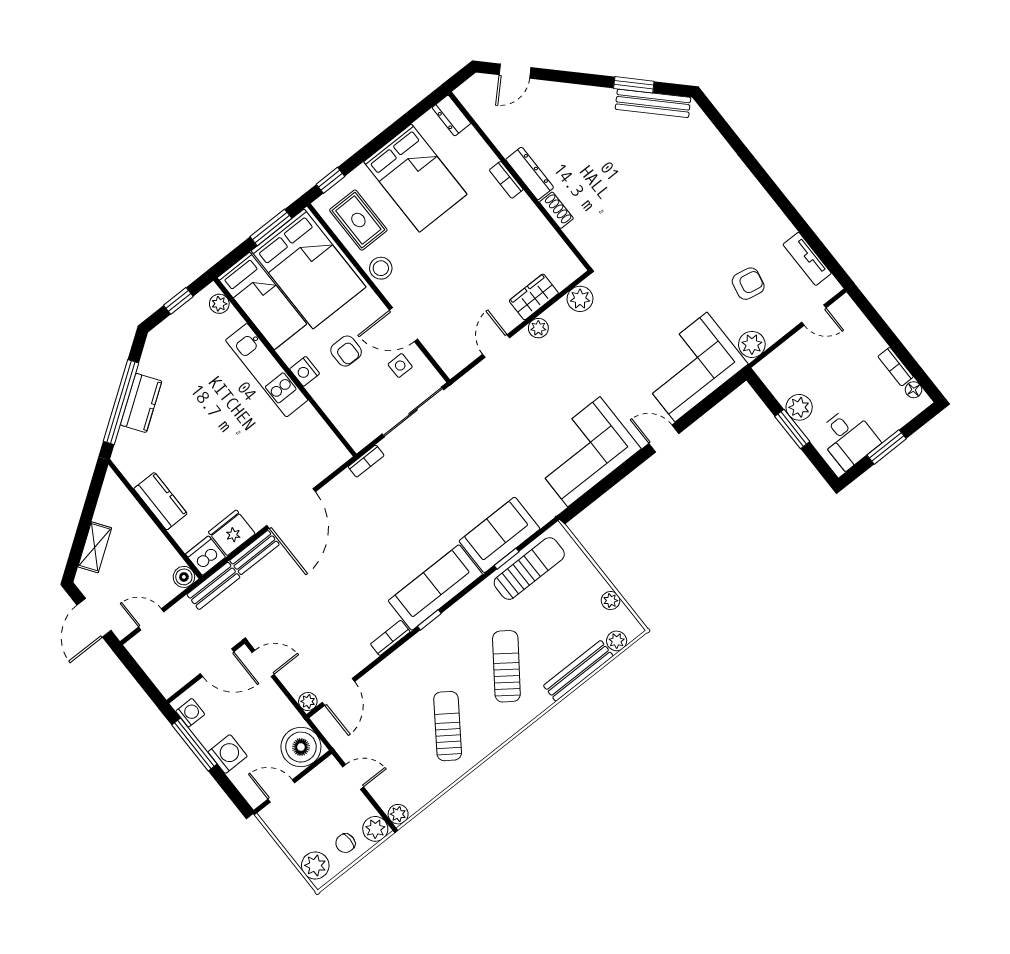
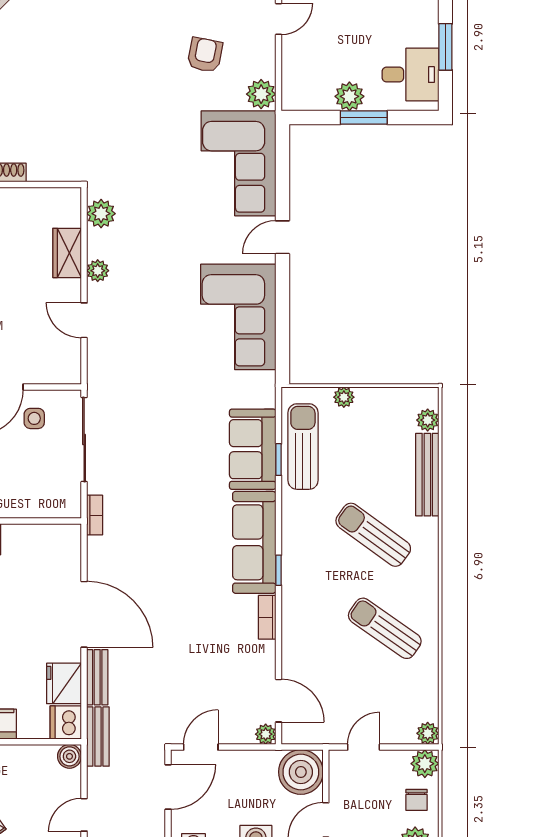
plant: (611, 601) -> (344, 397), moved

